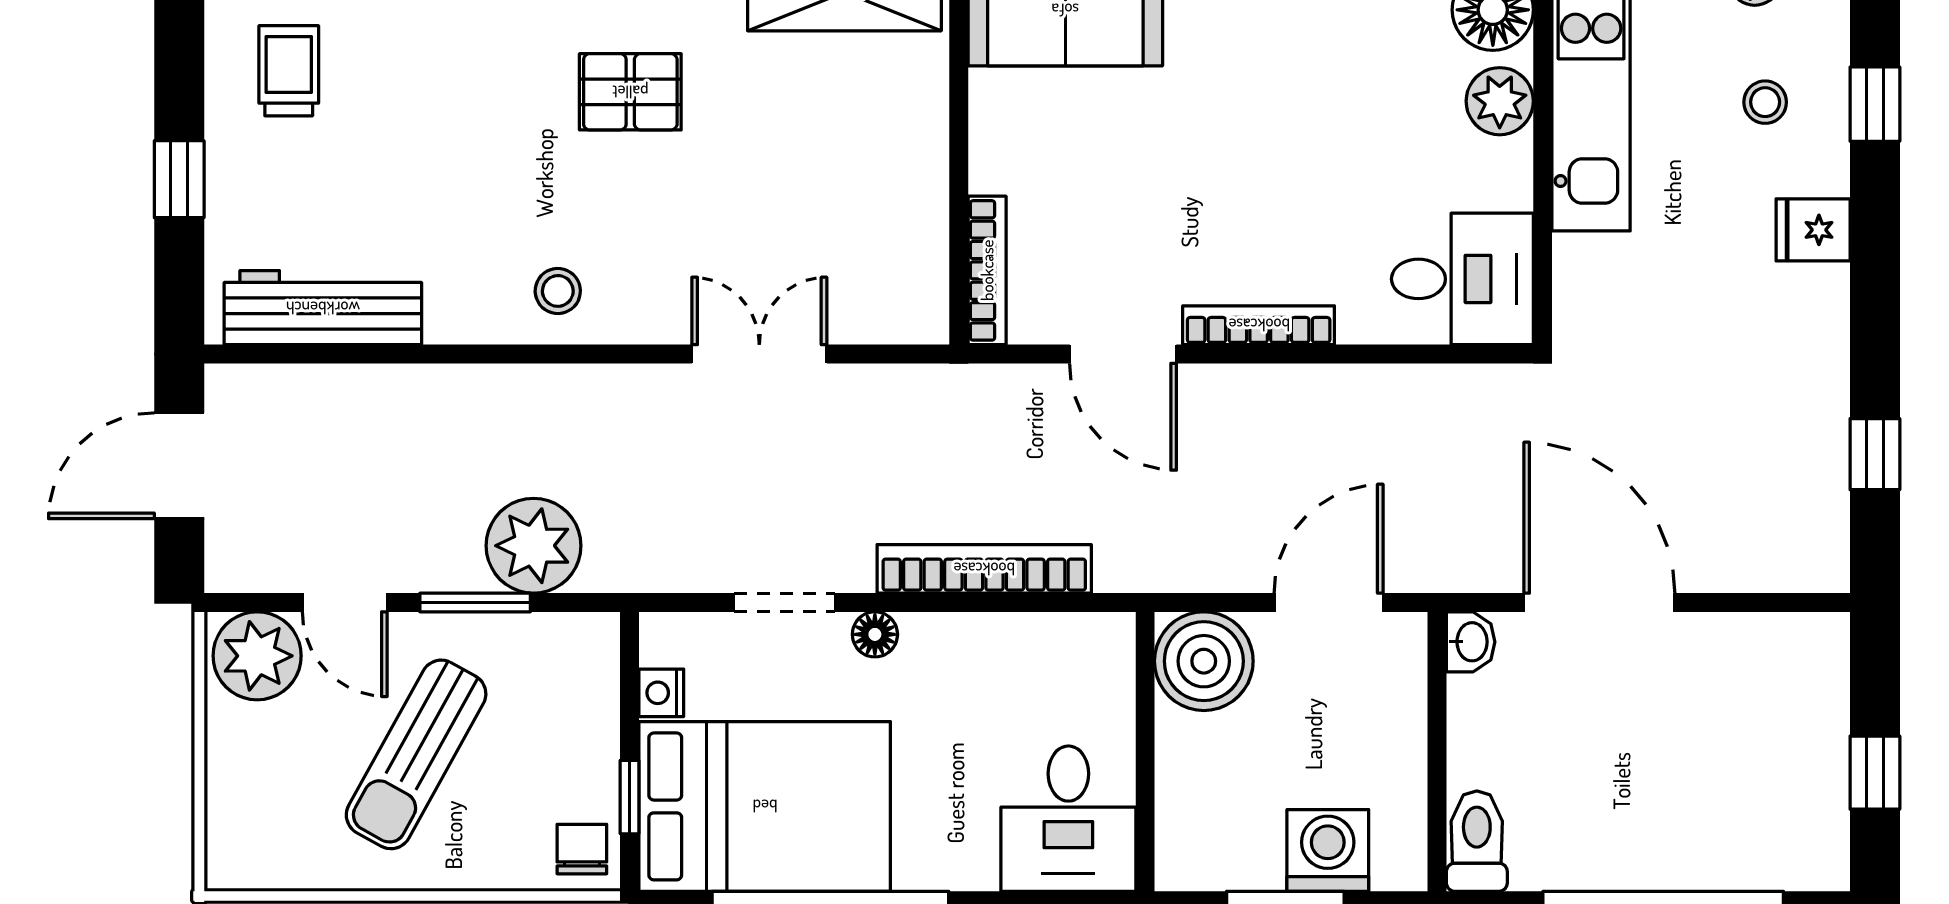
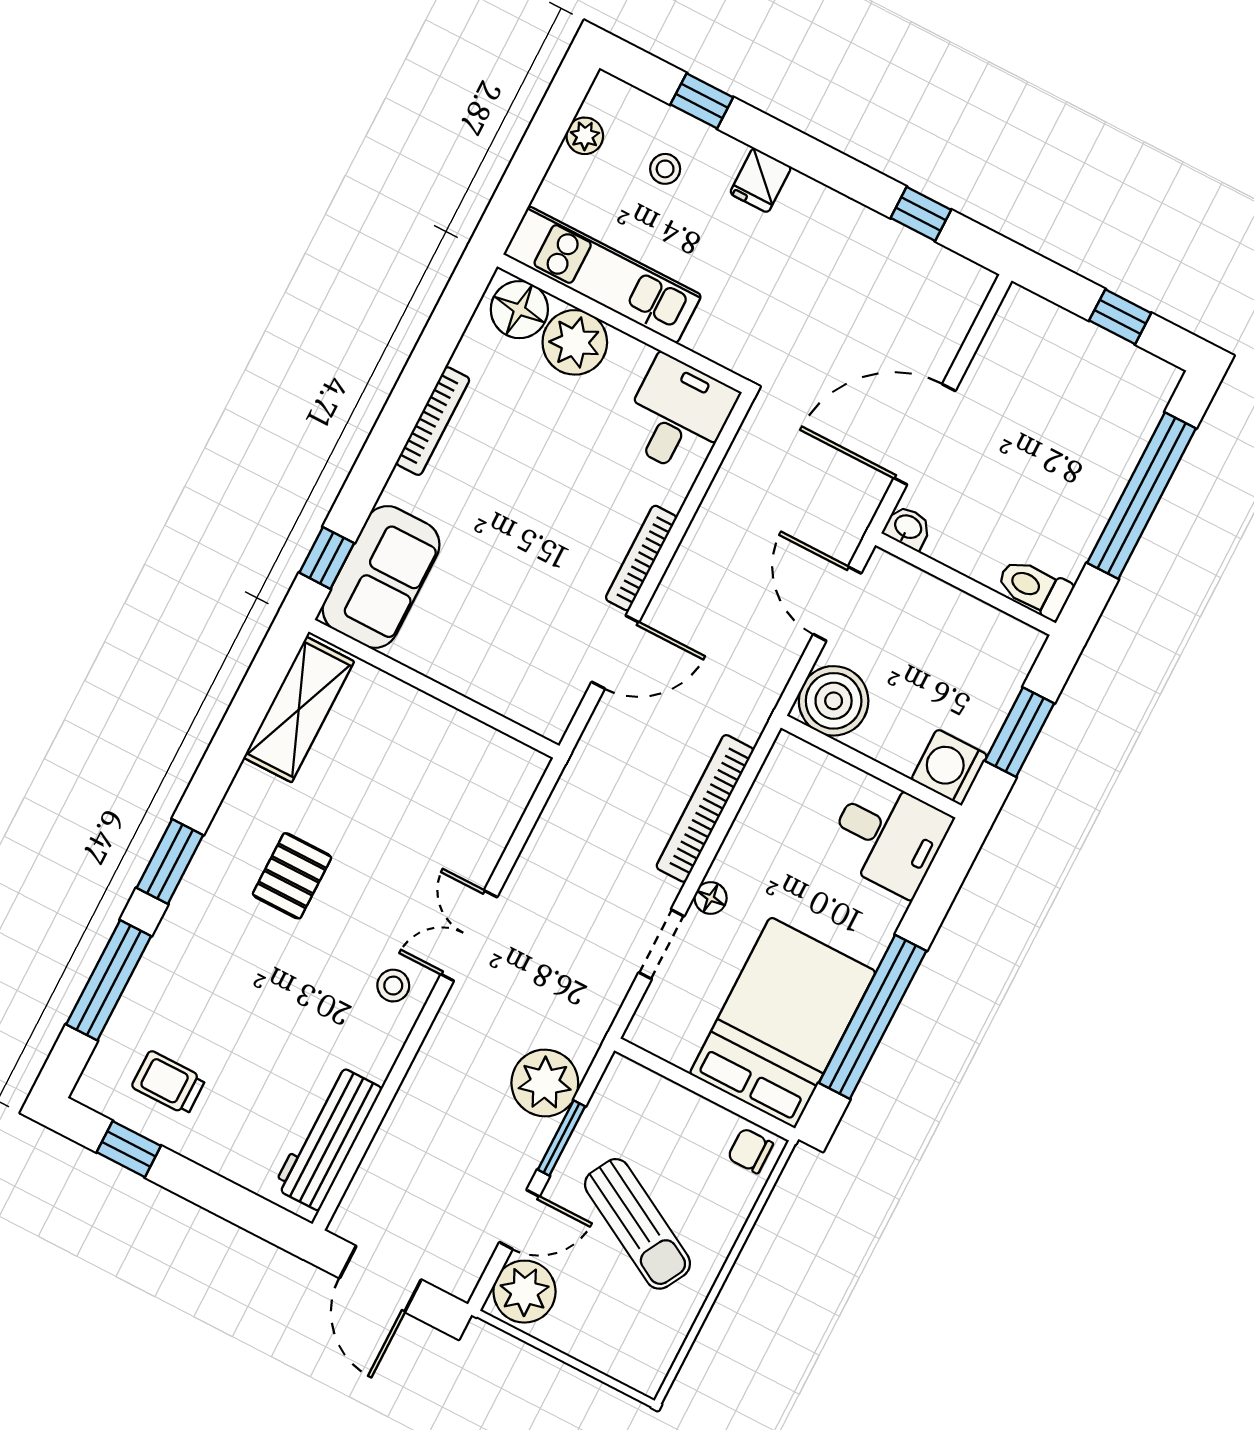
plant: (1500, 101) -> (575, 342), width x1.36, depth x1.36
window: (179, 179) -> (129, 1149), moved
bookcase: (987, 270) -> (519, 710), removed
double door: (759, 354) -> (469, 936), moved
nightstand: (661, 693) -> (678, 1051), removed
window: (630, 797) -> (733, 1104), removed
washing machine: (1328, 850) -> (949, 767), moved

